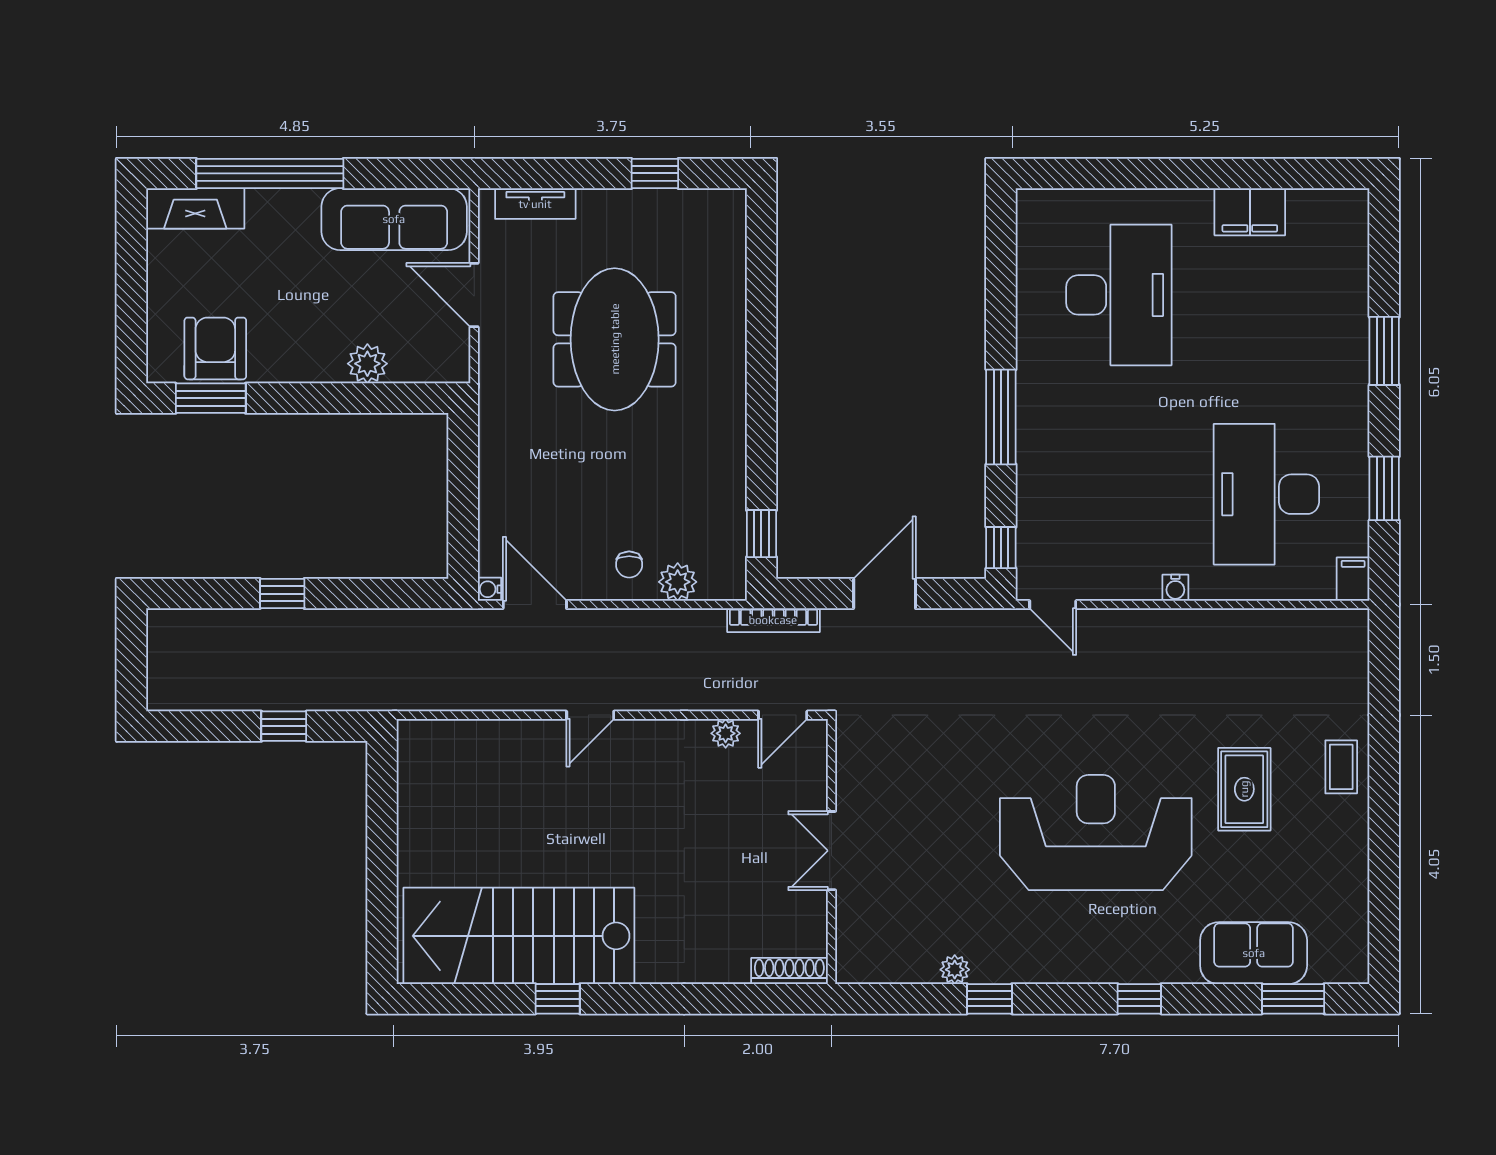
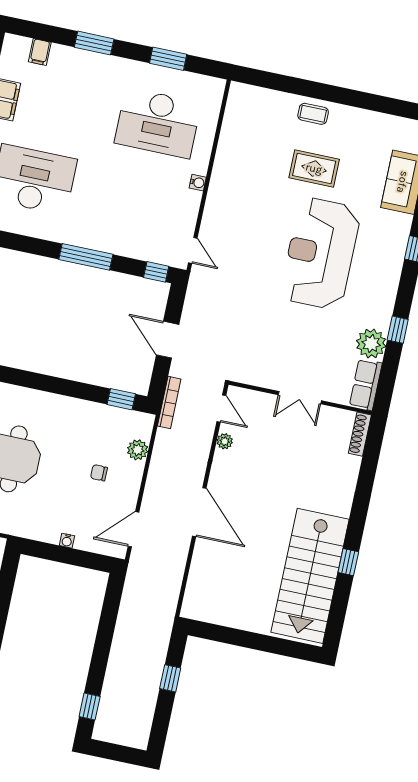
chair: (629, 564) -> (99, 473), moved, turned 180
filing cabinet: (1353, 579) -> (40, 52), moved, turned -90
water cooler: (489, 589) -> (67, 541), moved
window: (282, 594) -> (90, 707), moved
door: (1053, 605) -> (193, 250), hinge flipped
door: (590, 715) -> (199, 512), width x1.88
row of seats: (880, 963) -> (366, 385), added
plant: (955, 970) -> (371, 344), width x1.88, depth x1.88

